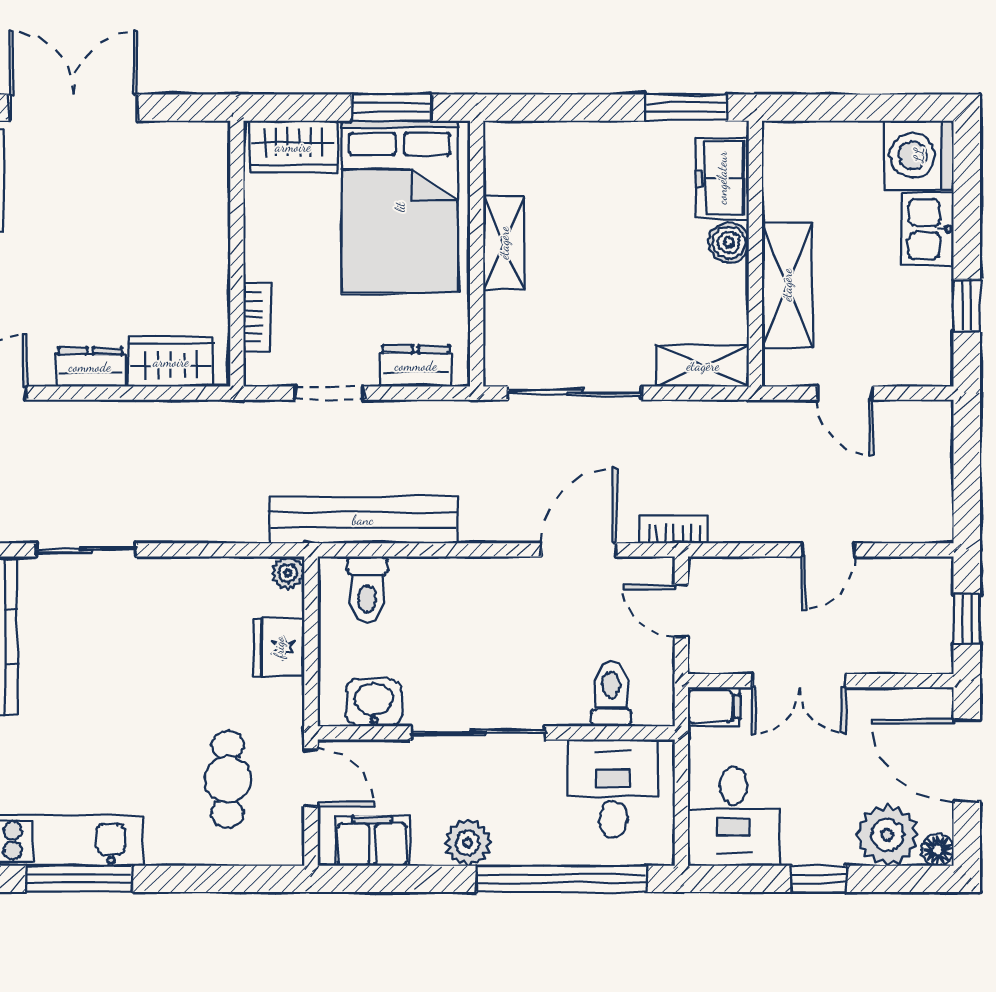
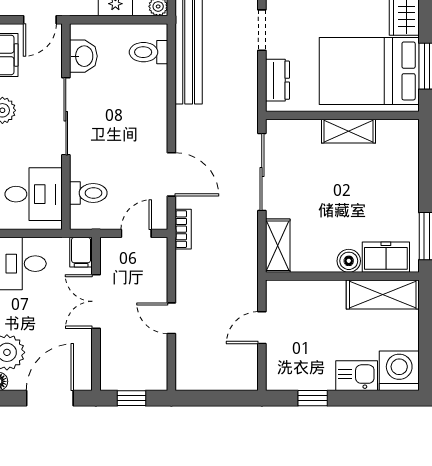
shelving: (787, 285) -> (383, 295), moved

